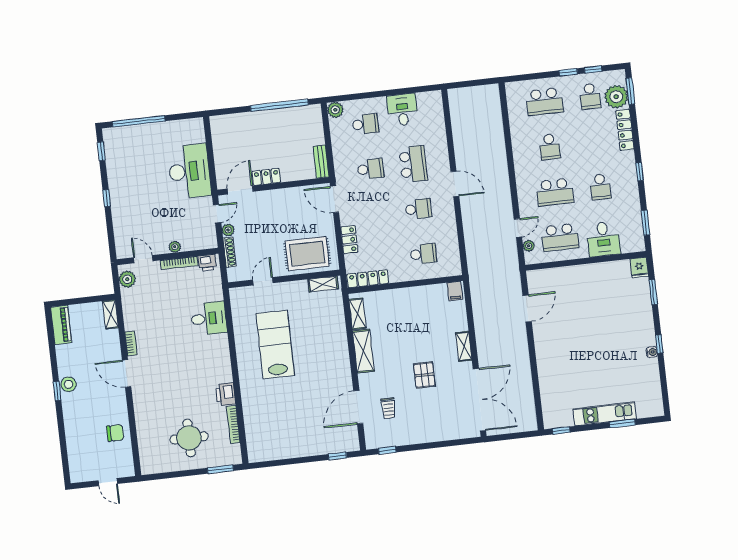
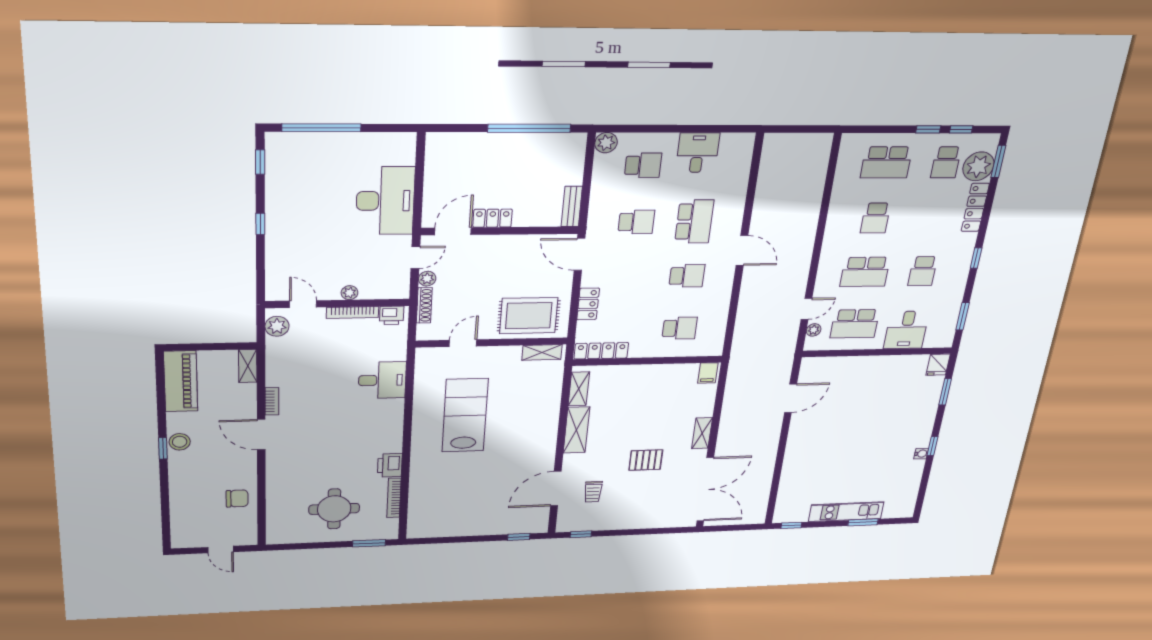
piano: (61, 325) -> (181, 381), width x1.37, depth x1.33
pallet: (424, 375) -> (646, 460), turned 90

